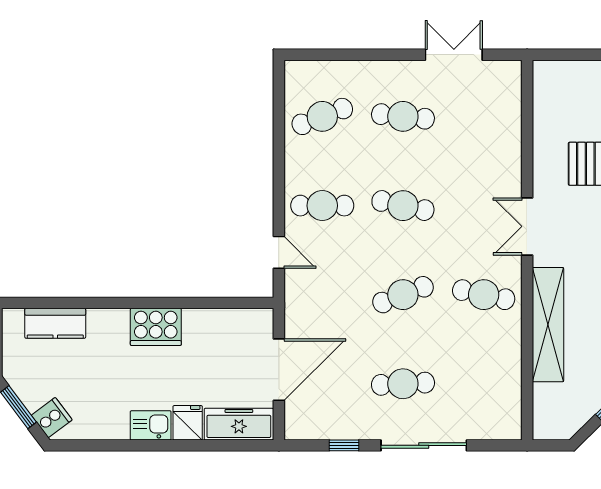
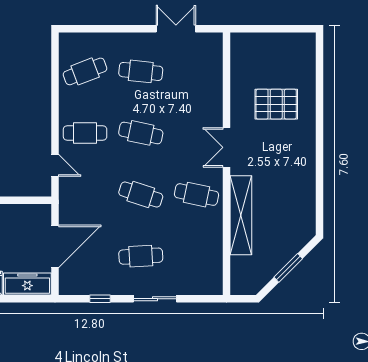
cafe table: (403, 295) -> (141, 195), turned 39
sliding door: (424, 445) -> (155, 299), width x0.73

